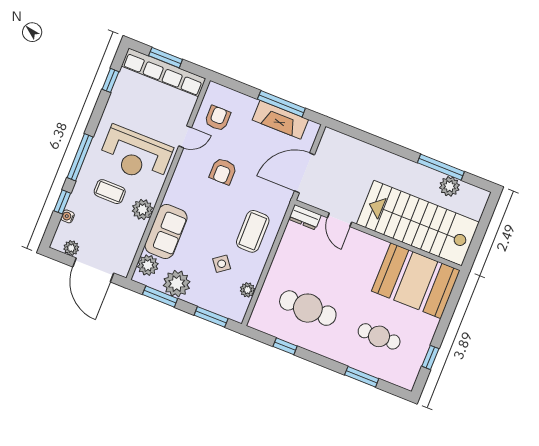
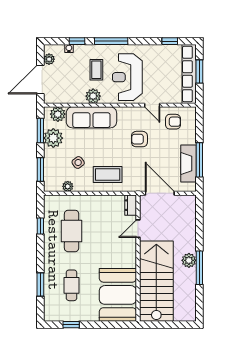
window: (441, 167) -> (199, 268), moved
plant: (450, 186) -> (189, 260), moved
sofa: (166, 231) -> (91, 117), width x1.36

